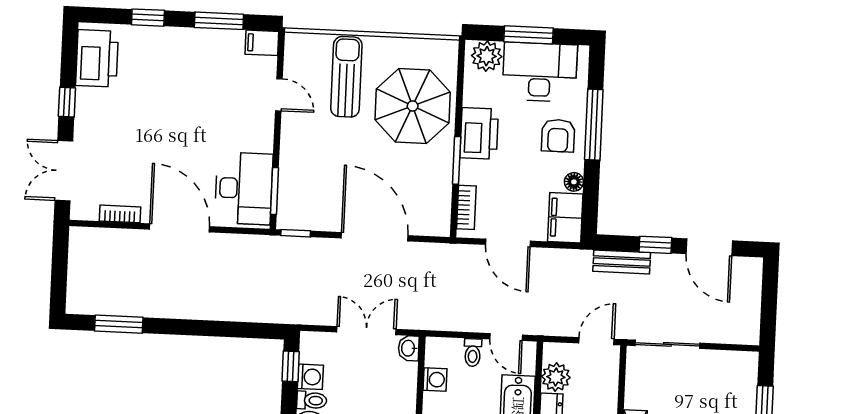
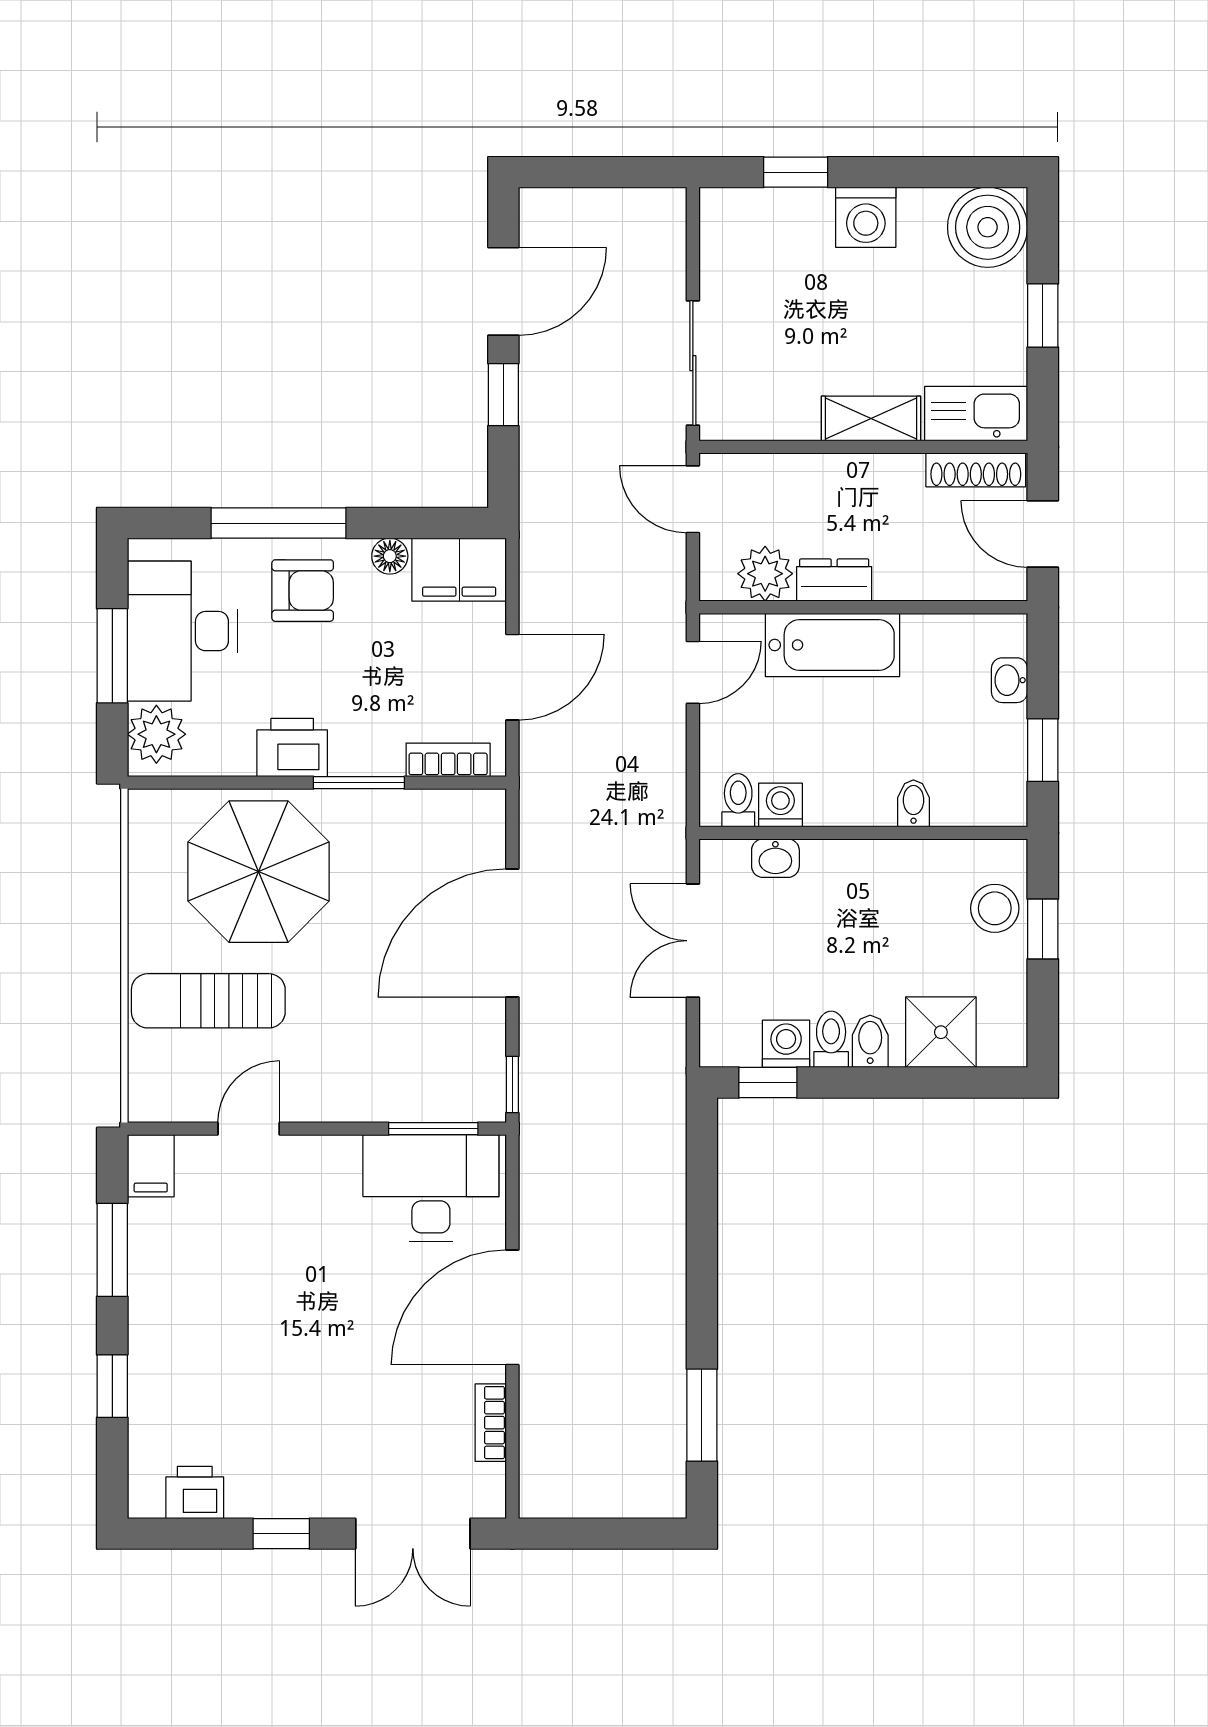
printer: (97, 58) -> (195, 1492), width x0.53, depth x0.68
printer: (479, 133) -> (292, 748), width x0.73, depth x0.84
bench: (622, 262) -> (539, 458), removed
washbasin: (409, 348) -> (775, 858), moved
toilet: (473, 353) -> (738, 800), moved, turned -90

